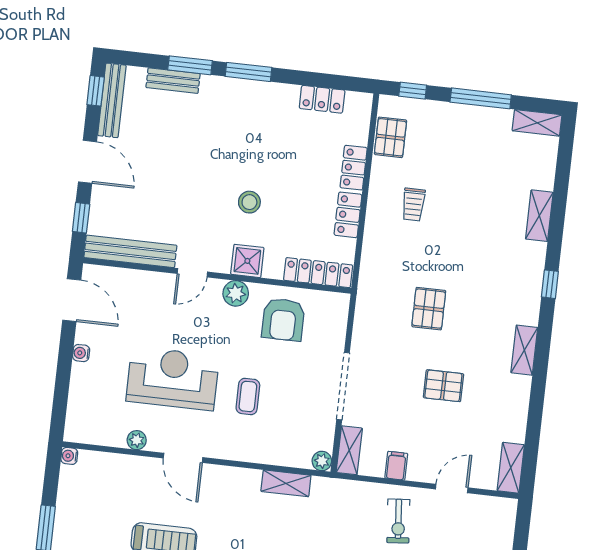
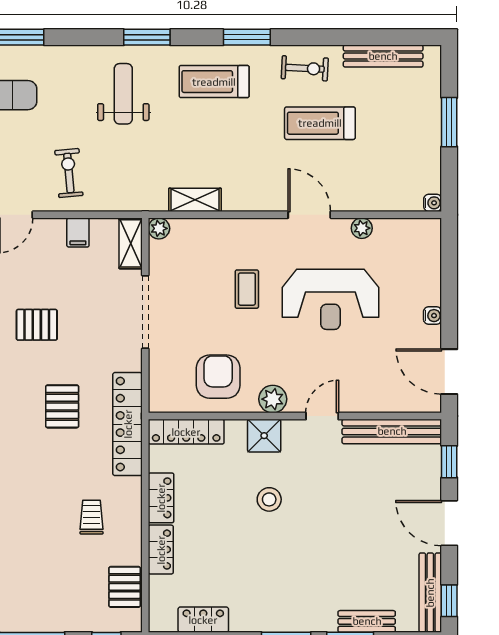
locker: (371, 286) -> (128, 424), added

